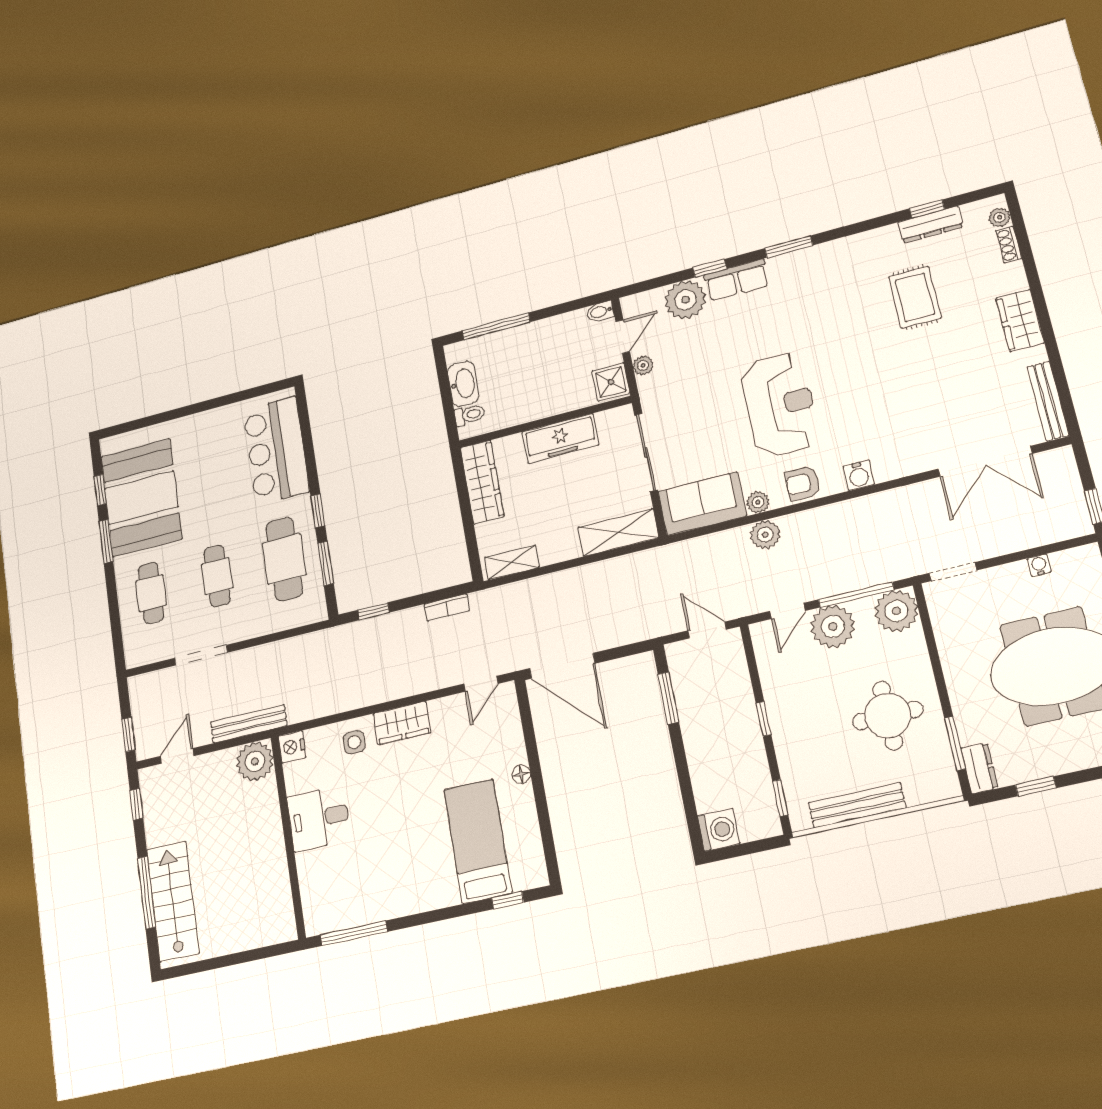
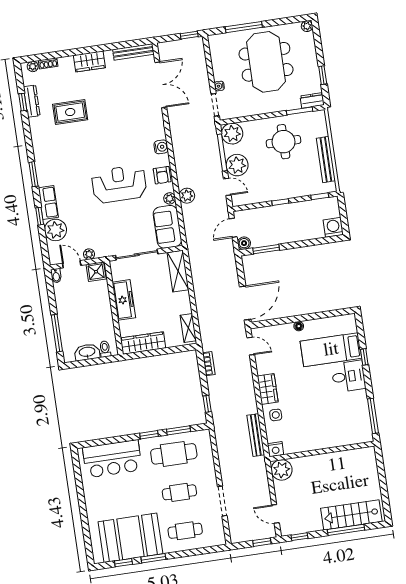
water cooler: (1039, 565) -> (219, 86), moved
boiler: (678, 654) -> (244, 243), added
bench: (249, 724) -> (256, 435), moved
desk: (319, 818) -> (348, 376), moved, turned -90
window: (508, 900) -> (364, 357), moved

